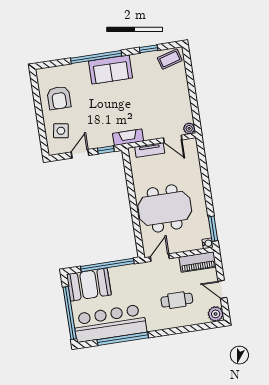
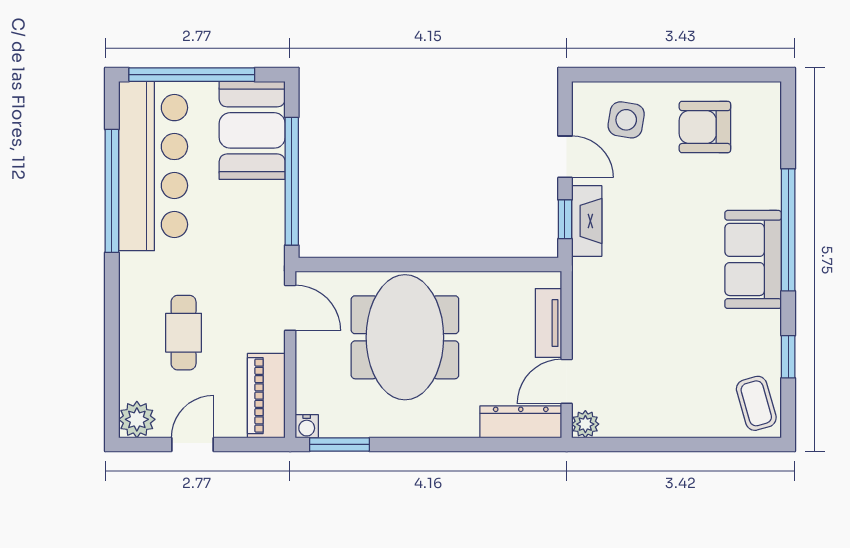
fireplace: (128, 137) -> (587, 221), moved
dresser: (192, 155) -> (521, 422), added

